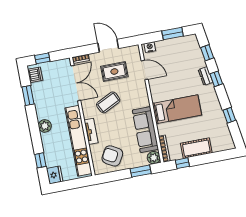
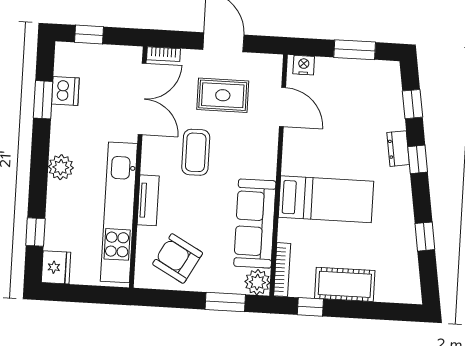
dishwasher: (35, 75) -> (65, 91), moved
coffee table: (108, 102) -> (196, 152), turned -64

